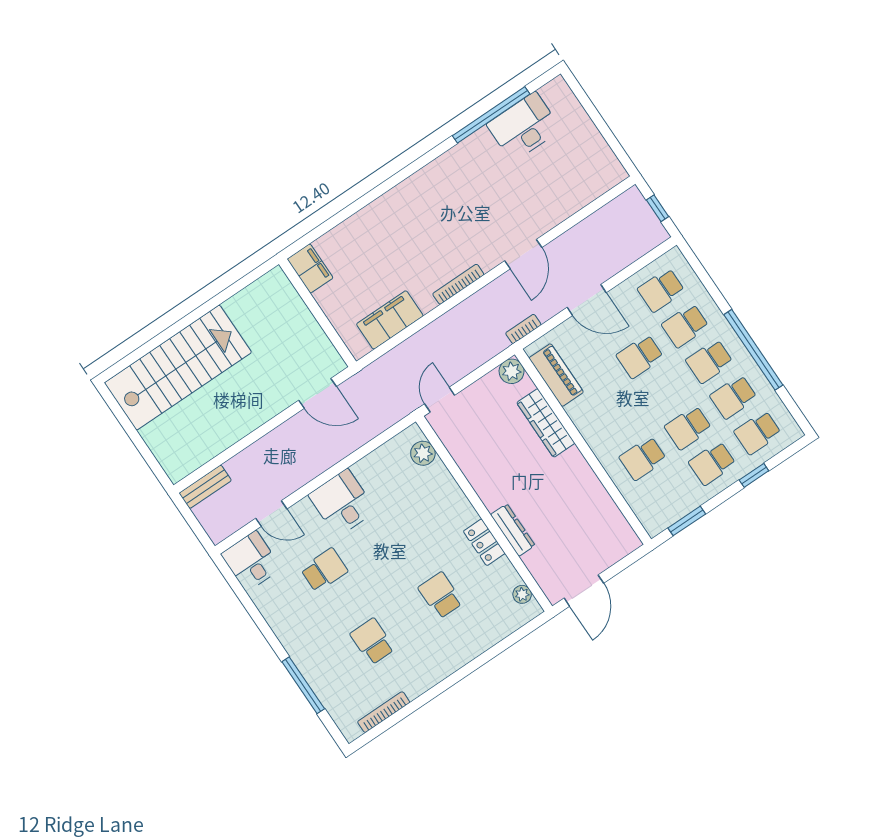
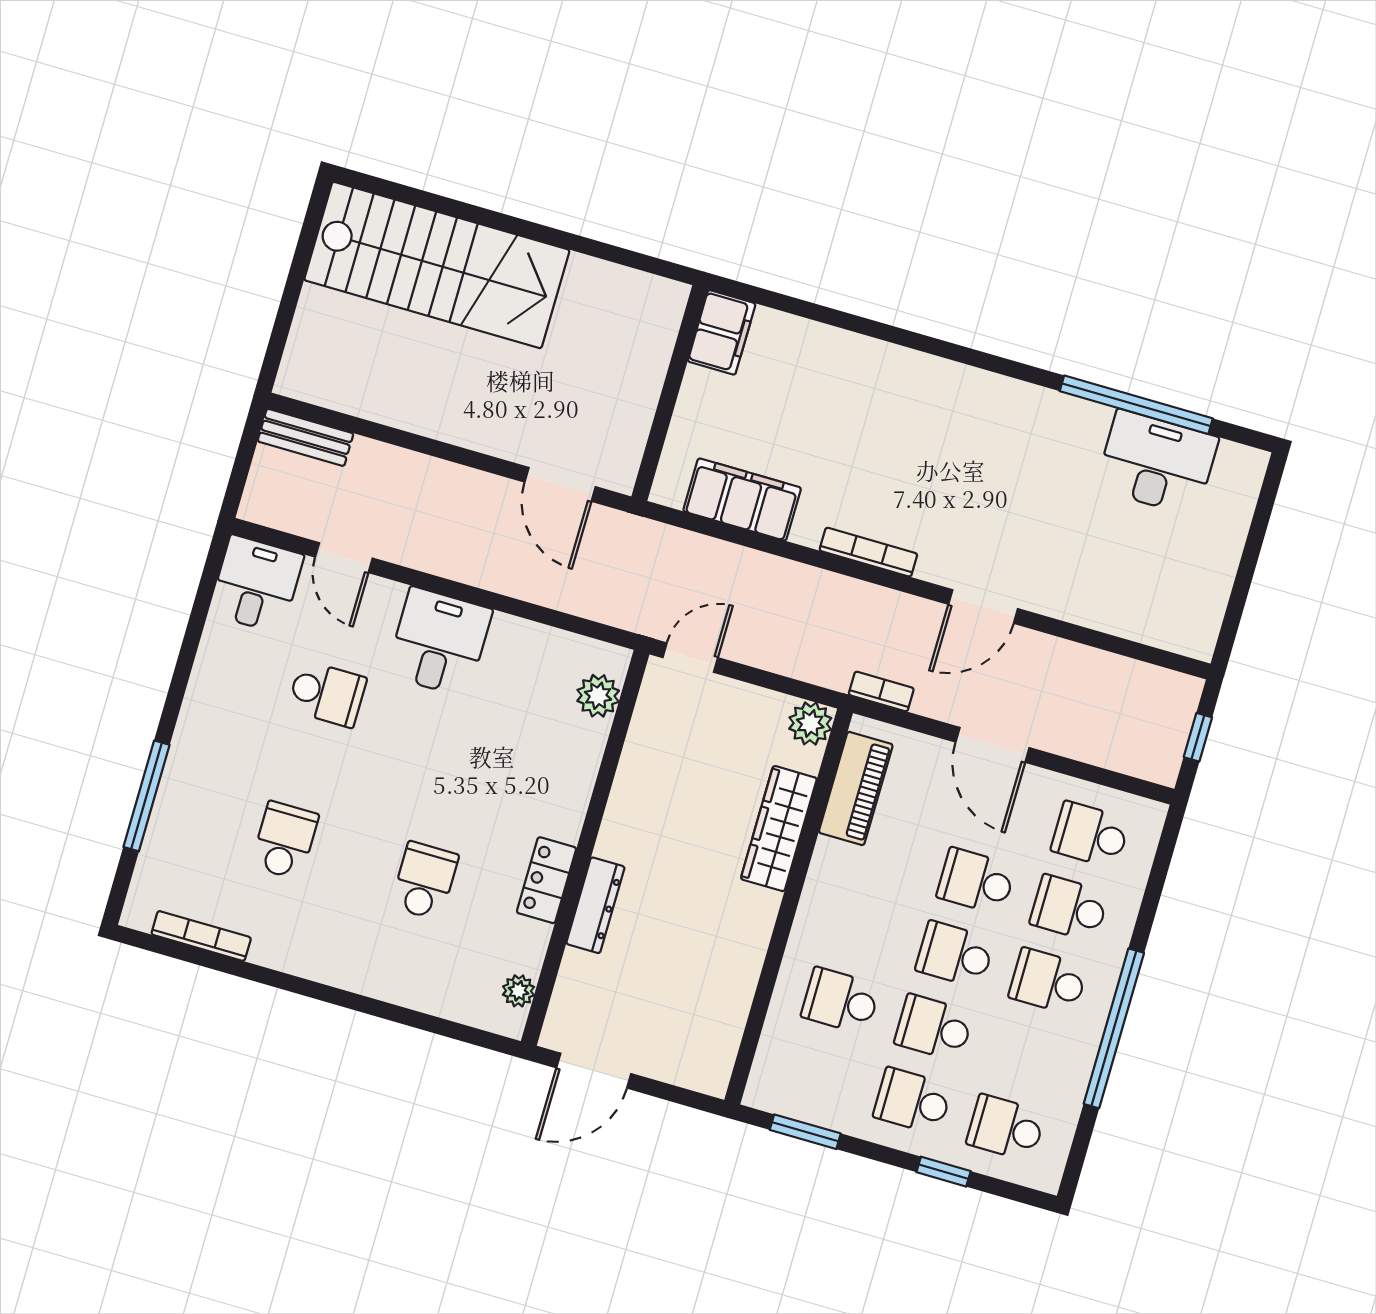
school desk: (733, 397) -> (955, 954), moved

